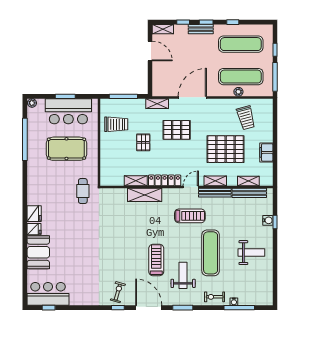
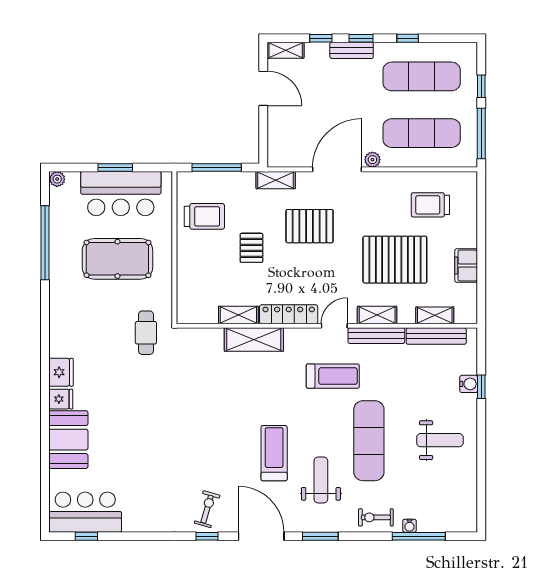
plant: (238, 92) -> (372, 160), moved
trolley: (246, 118) -> (430, 205), turned 105

